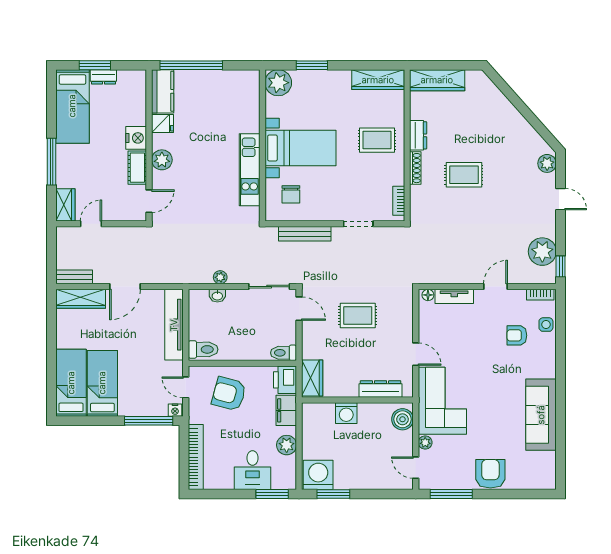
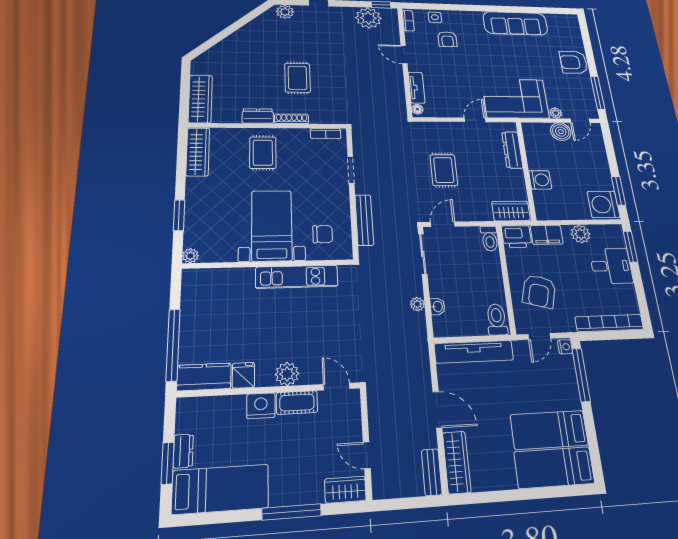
plant: (278, 83) -> (190, 256), width x0.53, depth x0.53
boiler: (403, 419) -> (561, 132), moved

